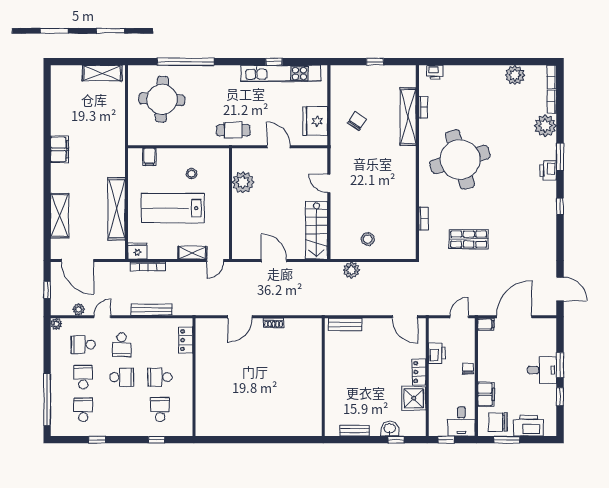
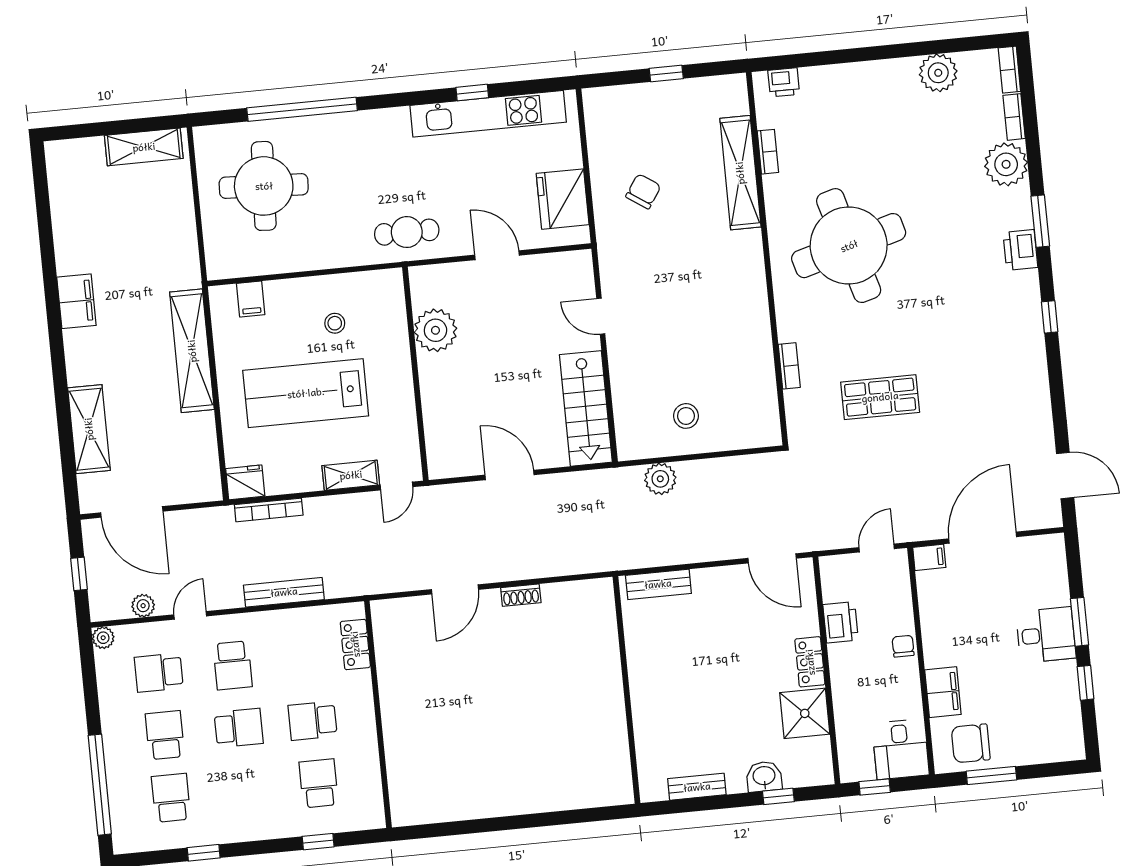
shelving: (117, 209) -> (192, 351), moved
printer: (529, 426) -> (1030, 744), removed

